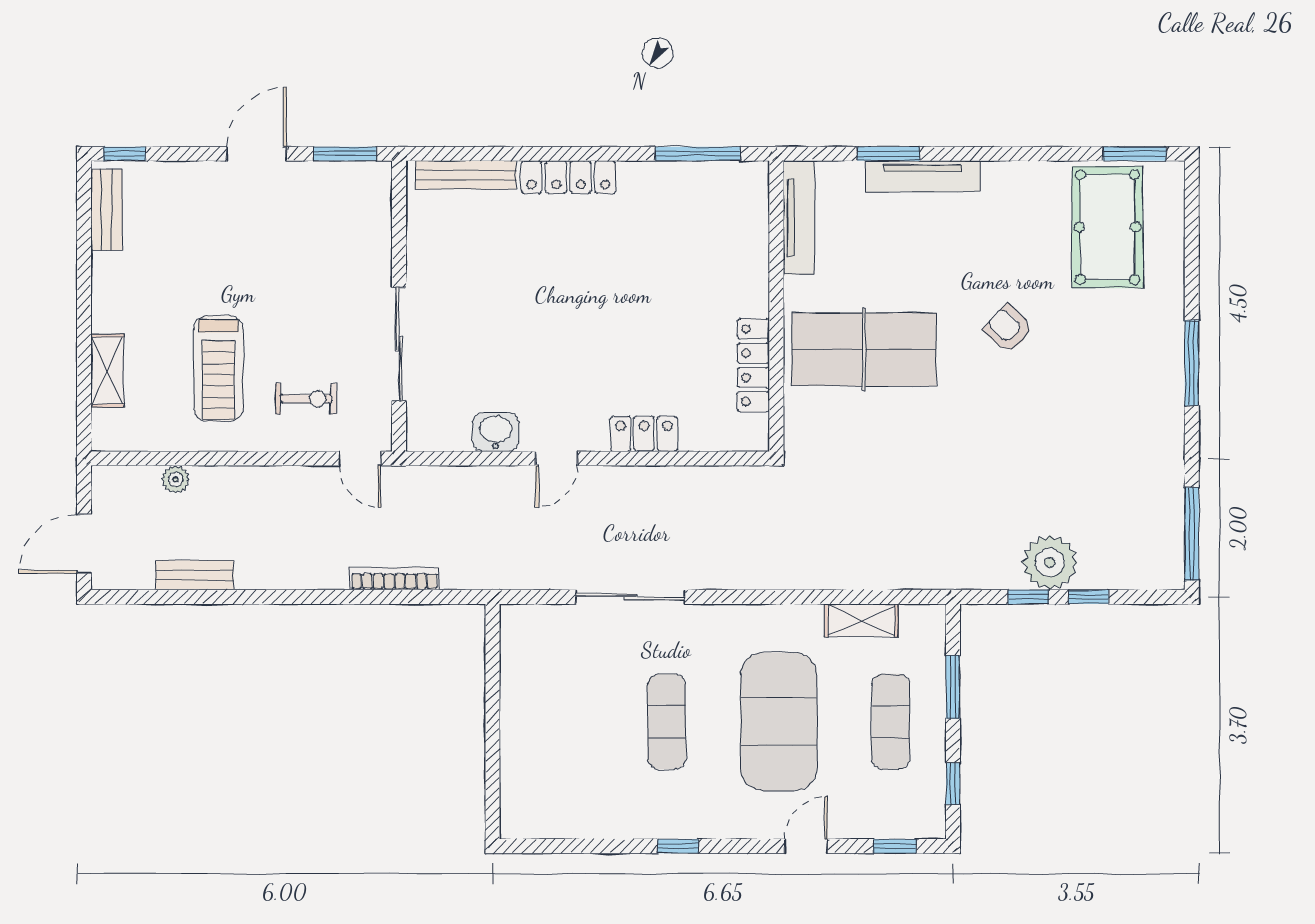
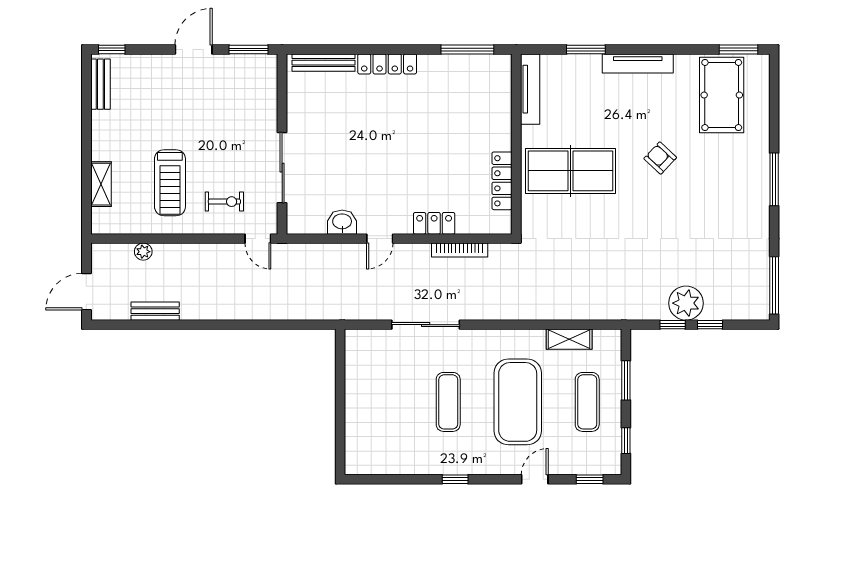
tv unit: (923, 176) -> (638, 63), moved
bookcase: (394, 578) -> (460, 250), moved, turned 180

